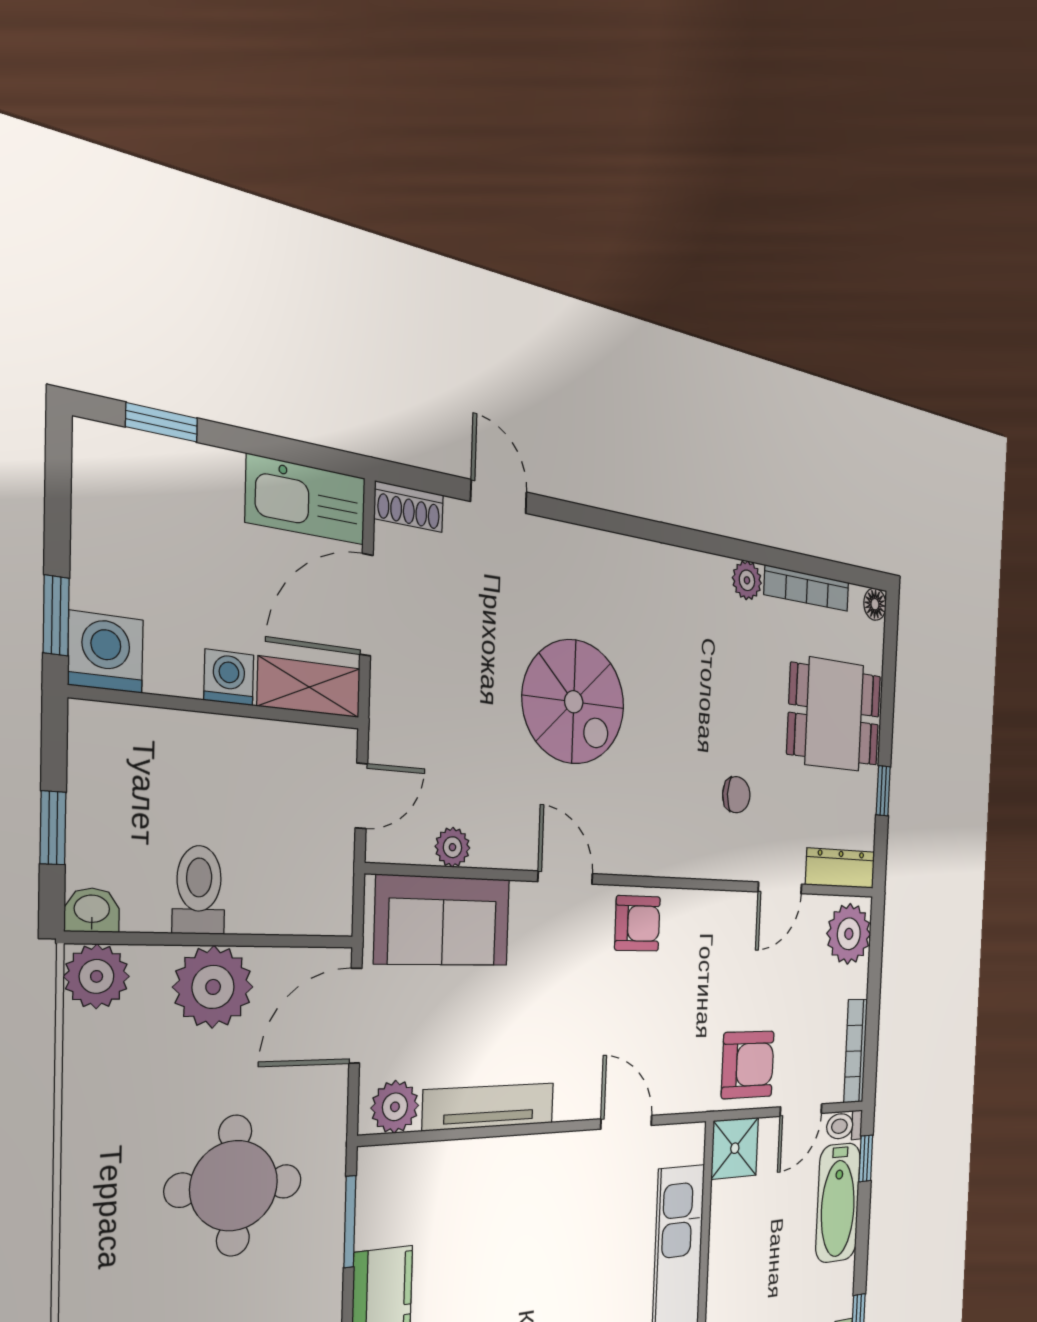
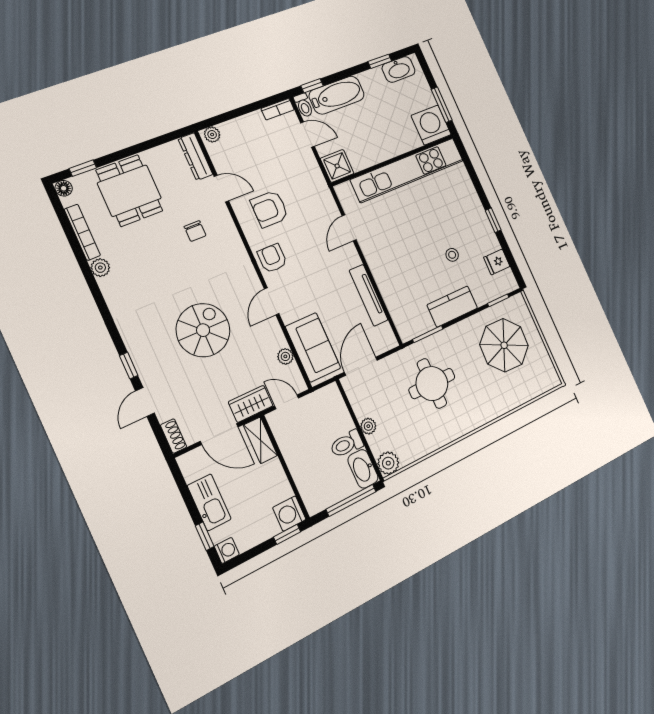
kitchen sink: (306, 500) -> (209, 502), moved
window: (575, 514) -> (129, 366), added
washing machine: (229, 677) -> (227, 550), moved, turned 180
wardrobe: (395, 713) -> (251, 404), added
window: (883, 791) -> (83, 168), moved
chair: (736, 795) -> (195, 231), turned 180
window: (53, 828) -> (351, 500), width x2.17
washbasin: (92, 910) -> (363, 469), width x1.91, depth x1.45
plant: (849, 934) -> (212, 135), width x0.53, depth x0.53
plant: (213, 987) -> (368, 426), width x0.53, depth x0.53
door: (355, 1016) -> (361, 366), swing flipped
bookcase: (856, 1051) -> (278, 109), width x0.64
armchair: (748, 1065) -> (270, 209), moved, turned -90
plant: (395, 1107) -> (384, 335), removed

